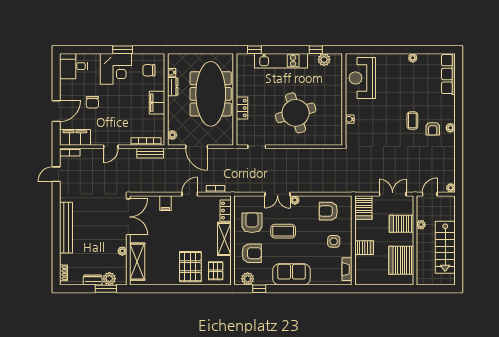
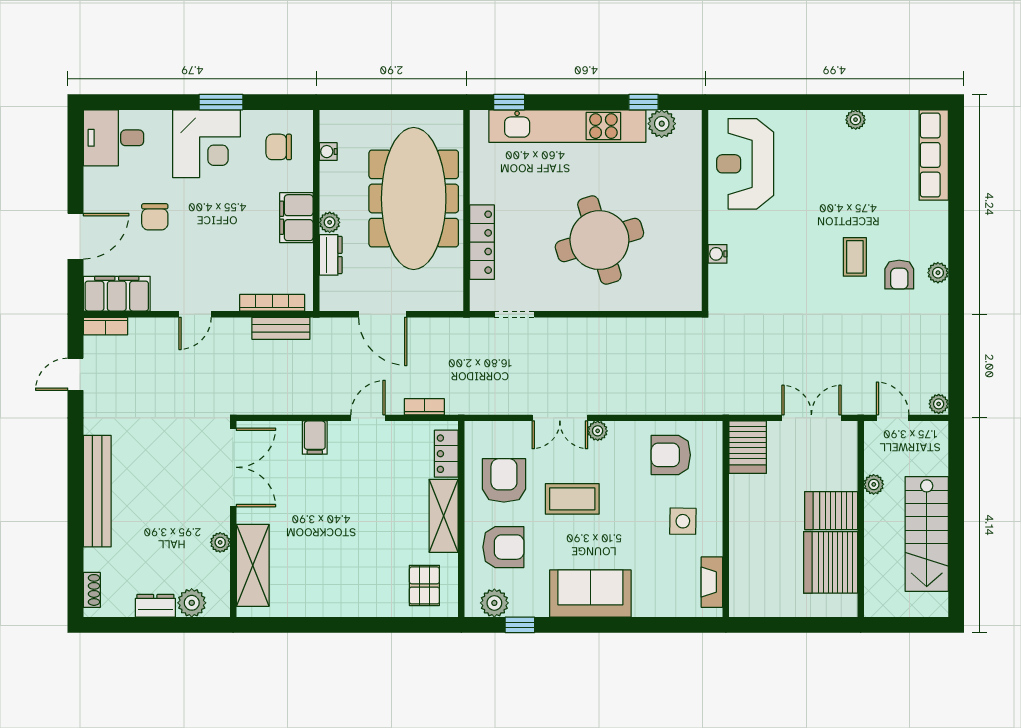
kitchen unit: (281, 61) -> (567, 126), width x1.36
dresser: (173, 87) -> (331, 255), moved
locker: (242, 108) -> (482, 242), width x1.53
plant: (172, 135) -> (330, 222), moved
door: (430, 194) -> (893, 418), hinge flipped
server rack: (402, 224) -> (831, 511), moved
server rack: (364, 248) -> (749, 535), removed
pallet: (190, 267) -> (369, 576), removed
window: (106, 289) -> (184, 625), removed

